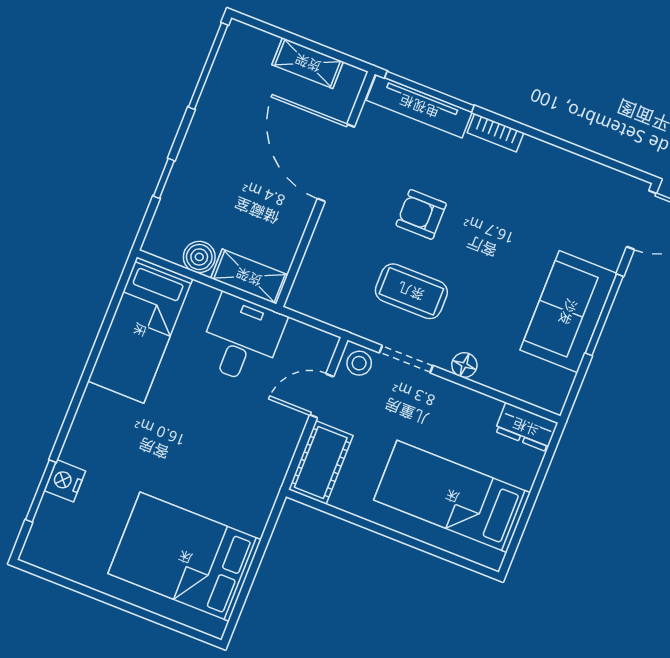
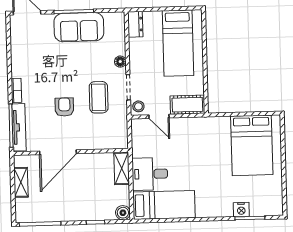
armchair: (421, 214) -> (64, 107), turned 180
boiler: (199, 257) -> (123, 213), moved
desk: (242, 339) -> (150, 174), moved

